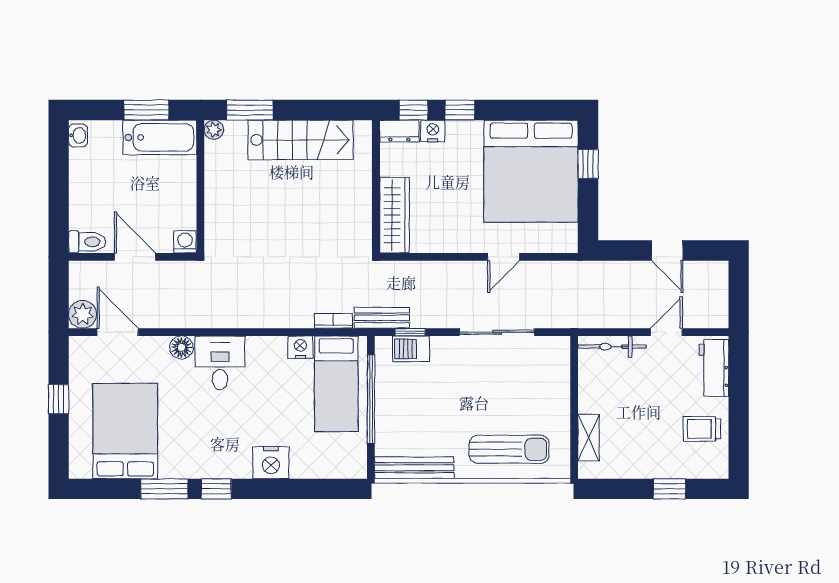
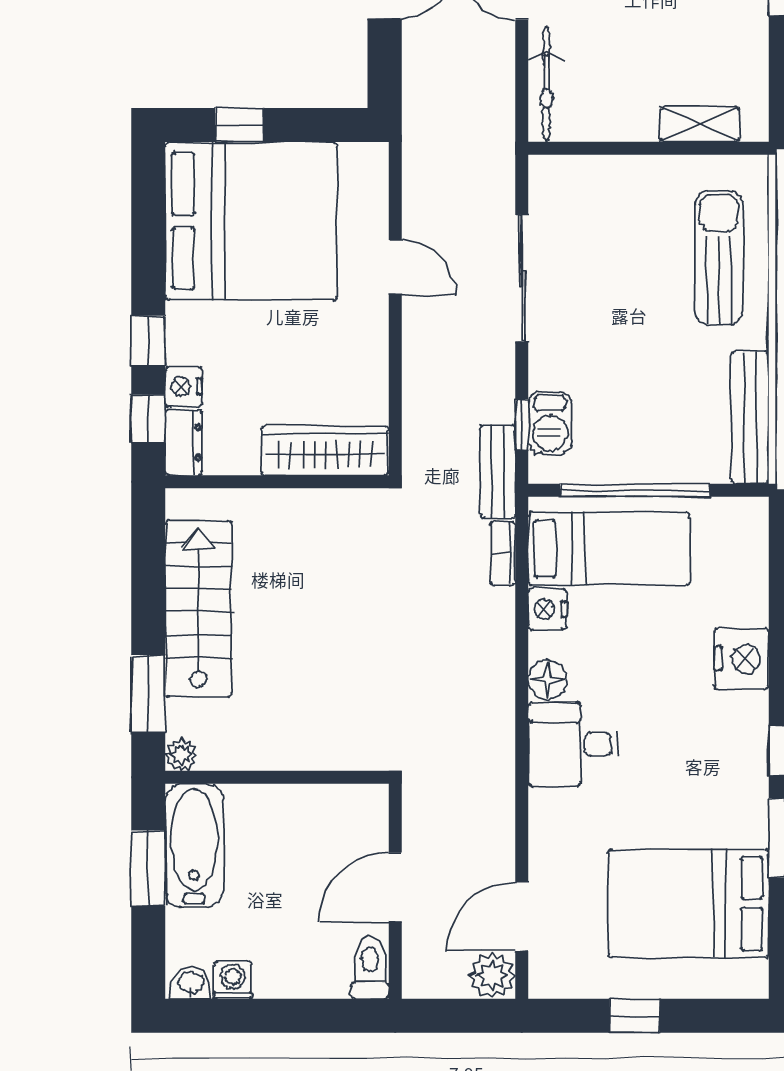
washing machine: (185, 242) -> (233, 980), moved, turned 90
floor lamp: (181, 347) -> (548, 680), moved

